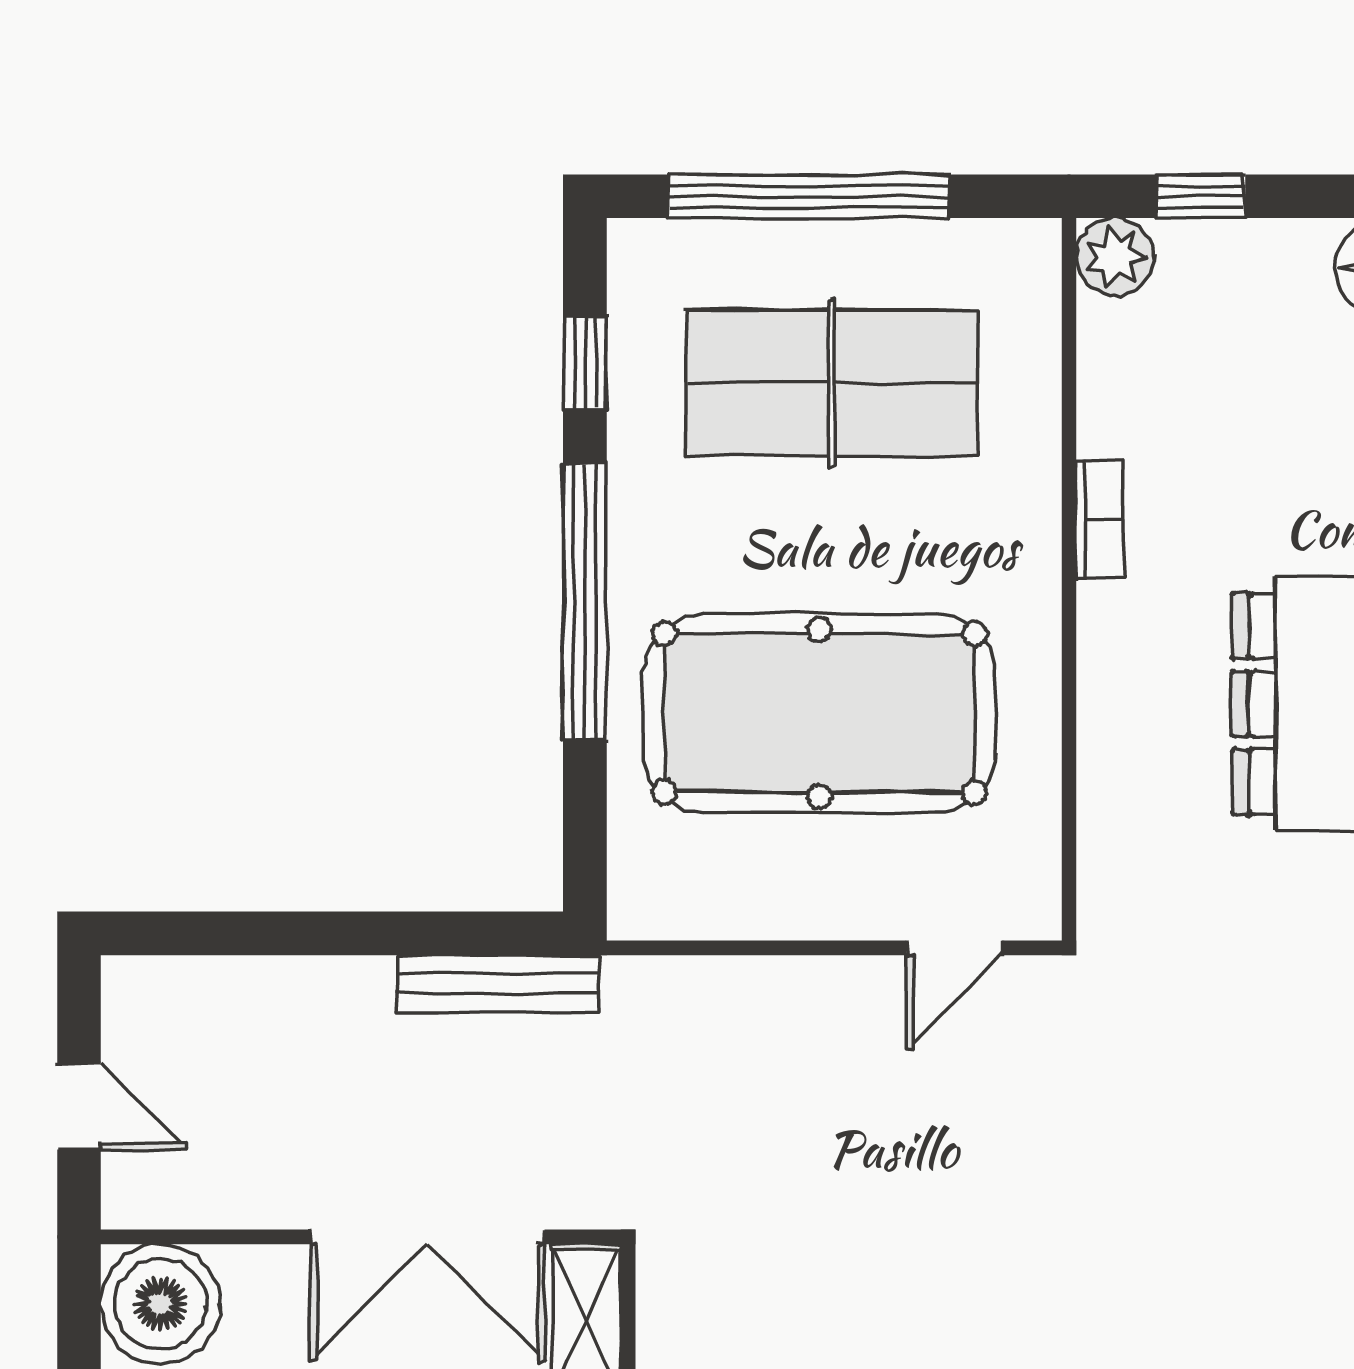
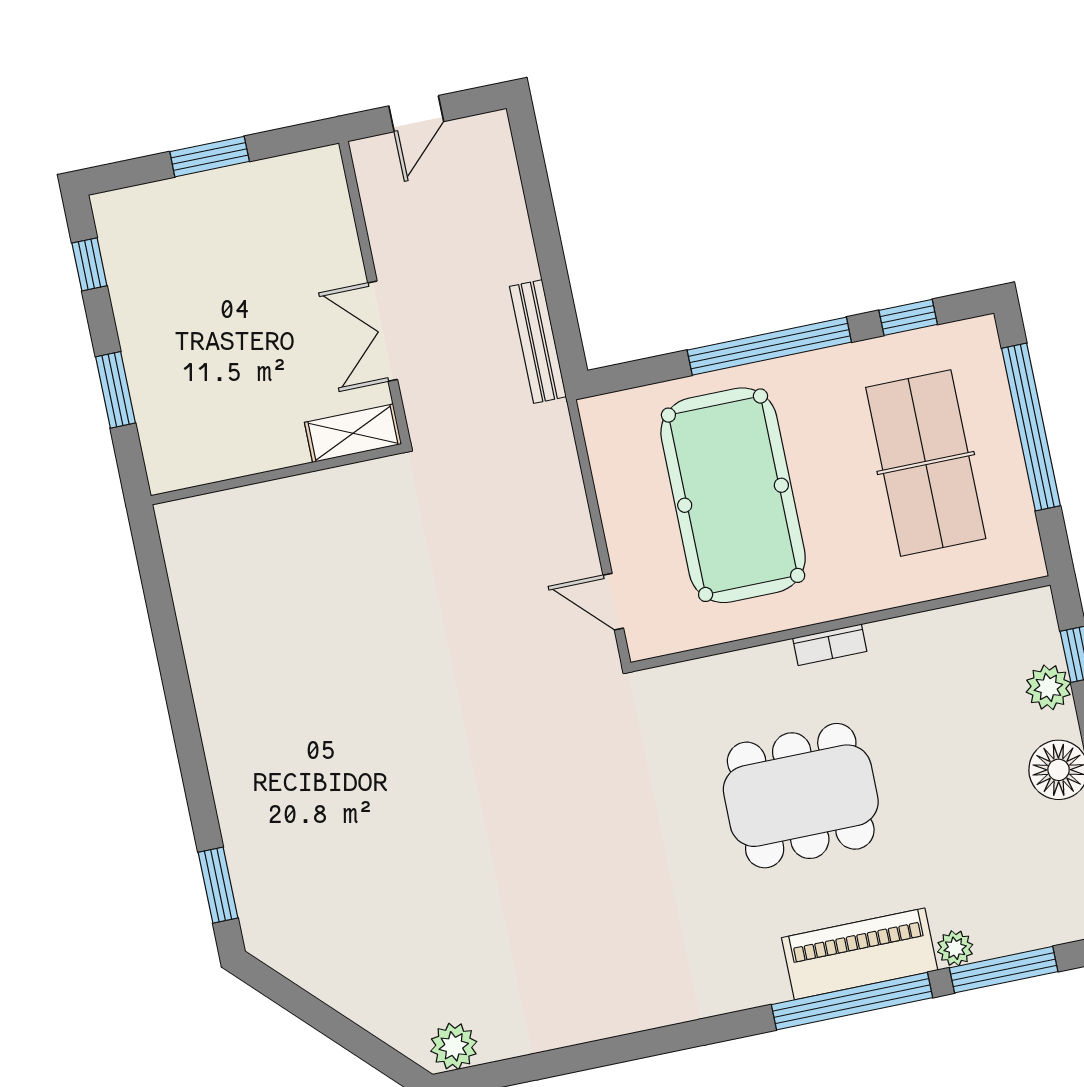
plant: (1115, 257) -> (1048, 687), moved
bookcase: (1100, 520) -> (830, 645), moved
double door: (427, 1237) -> (383, 331), width x0.73
boiler: (161, 1304) -> (312, 185), removed

